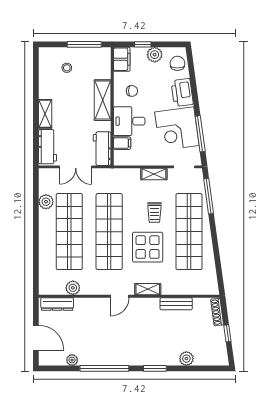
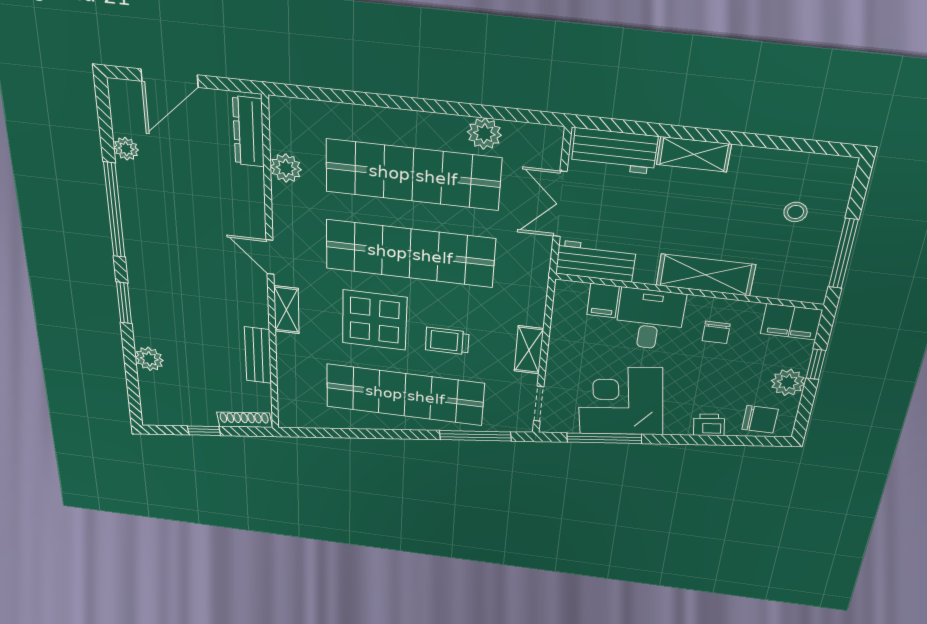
printer: (182, 92) -> (709, 425), width x0.53, depth x0.68

